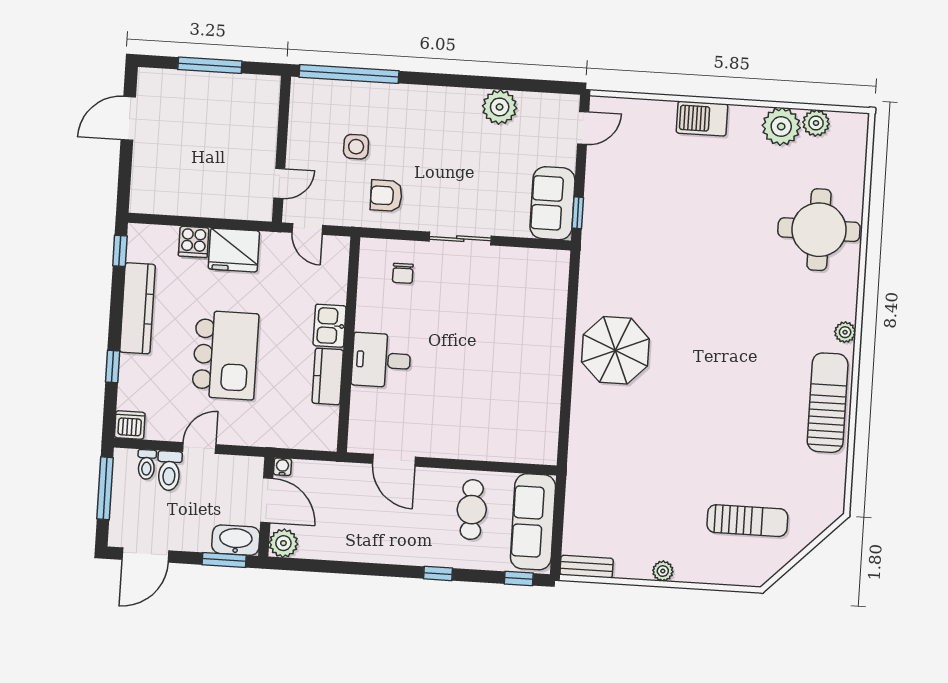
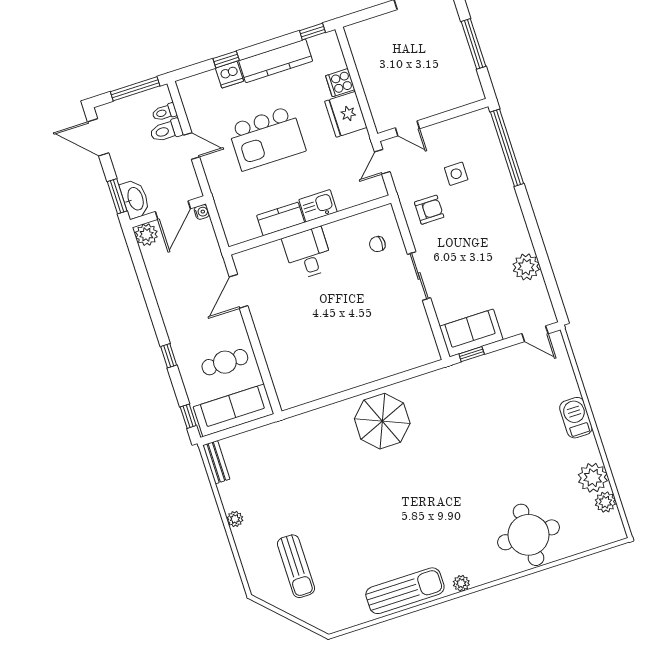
armchair: (386, 196) -> (429, 210), turned 90
dishwasher: (130, 425) -> (229, 75), moved, turned 90

